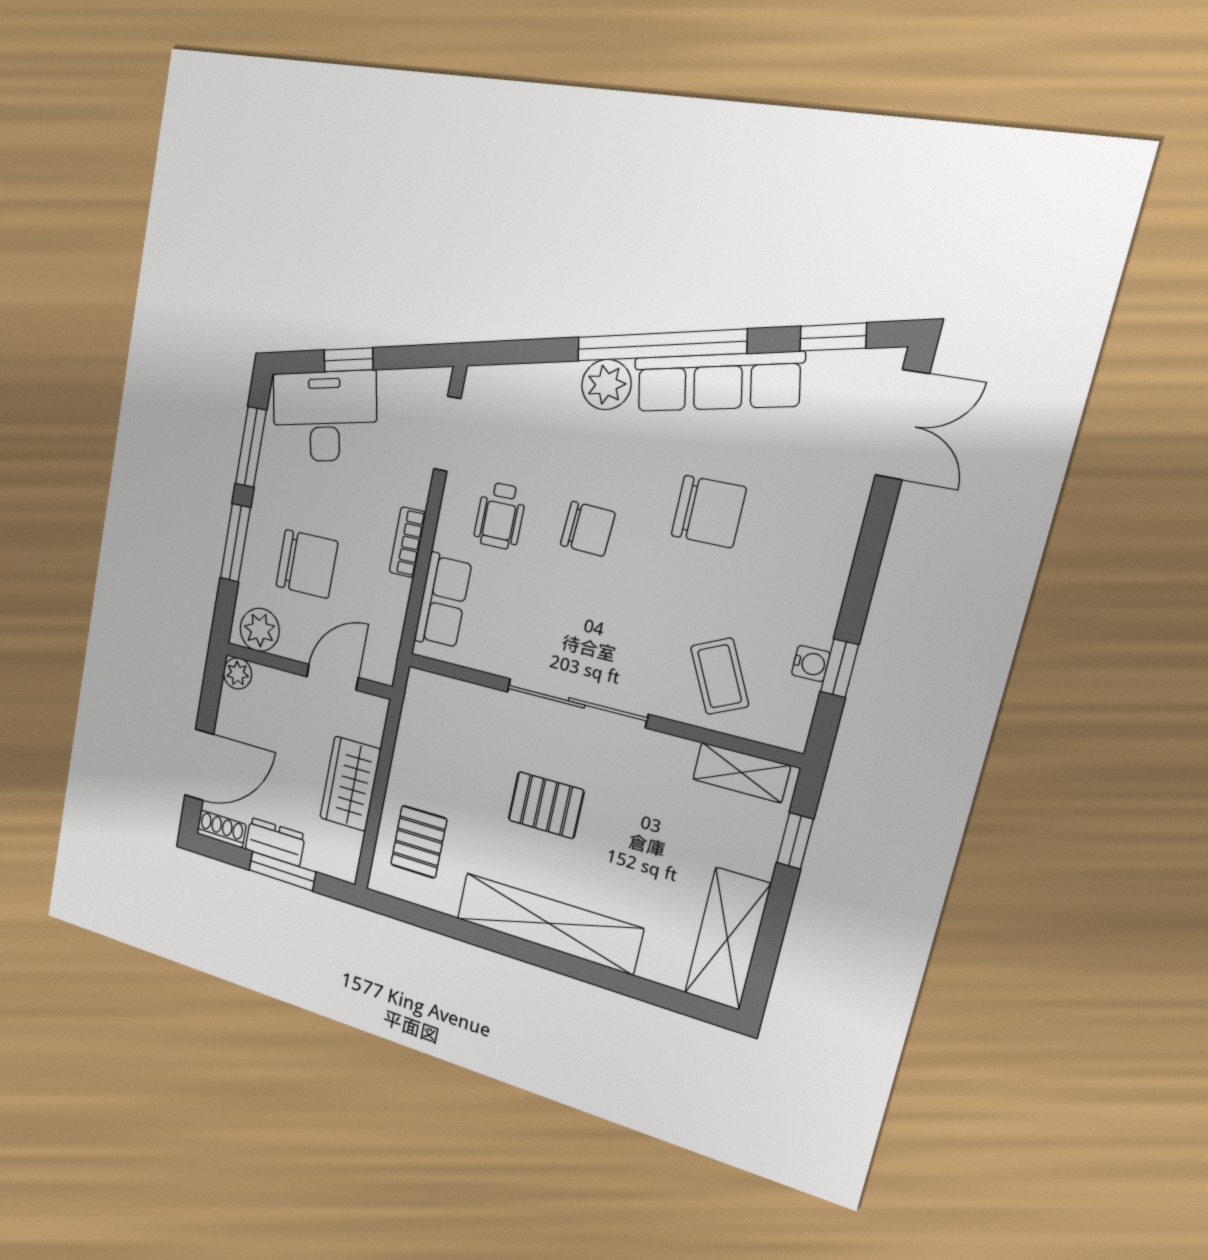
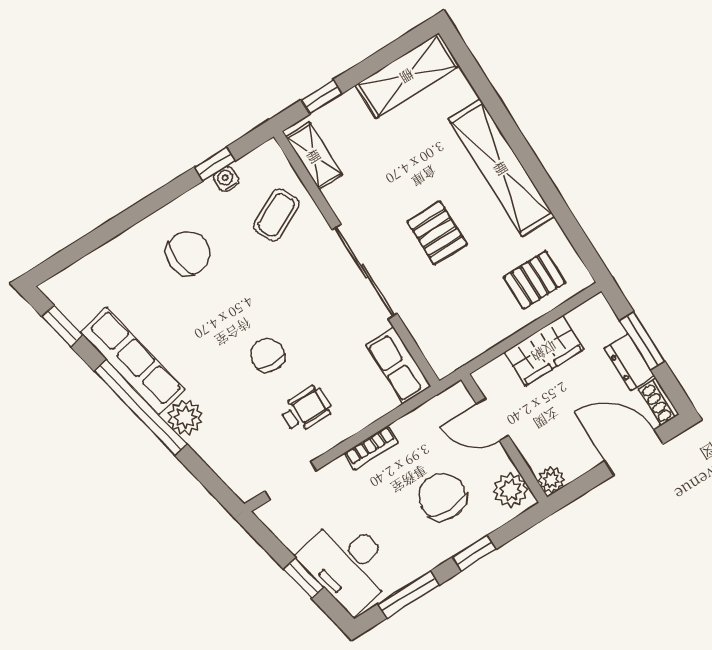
double door: (902, 425) -> (74, 253), removed
chair: (709, 512) -> (188, 253), moved, turned 85
window: (235, 543) -> (474, 553), width x0.67
row of seats: (443, 601) -> (398, 366), moved, turned -90

